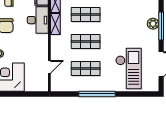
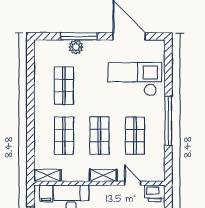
shop shelf: (124, 15) -> (64, 86), added
shelving: (55, 24) -> (103, 175), moved
printer: (42, 84) -> (155, 193), added

